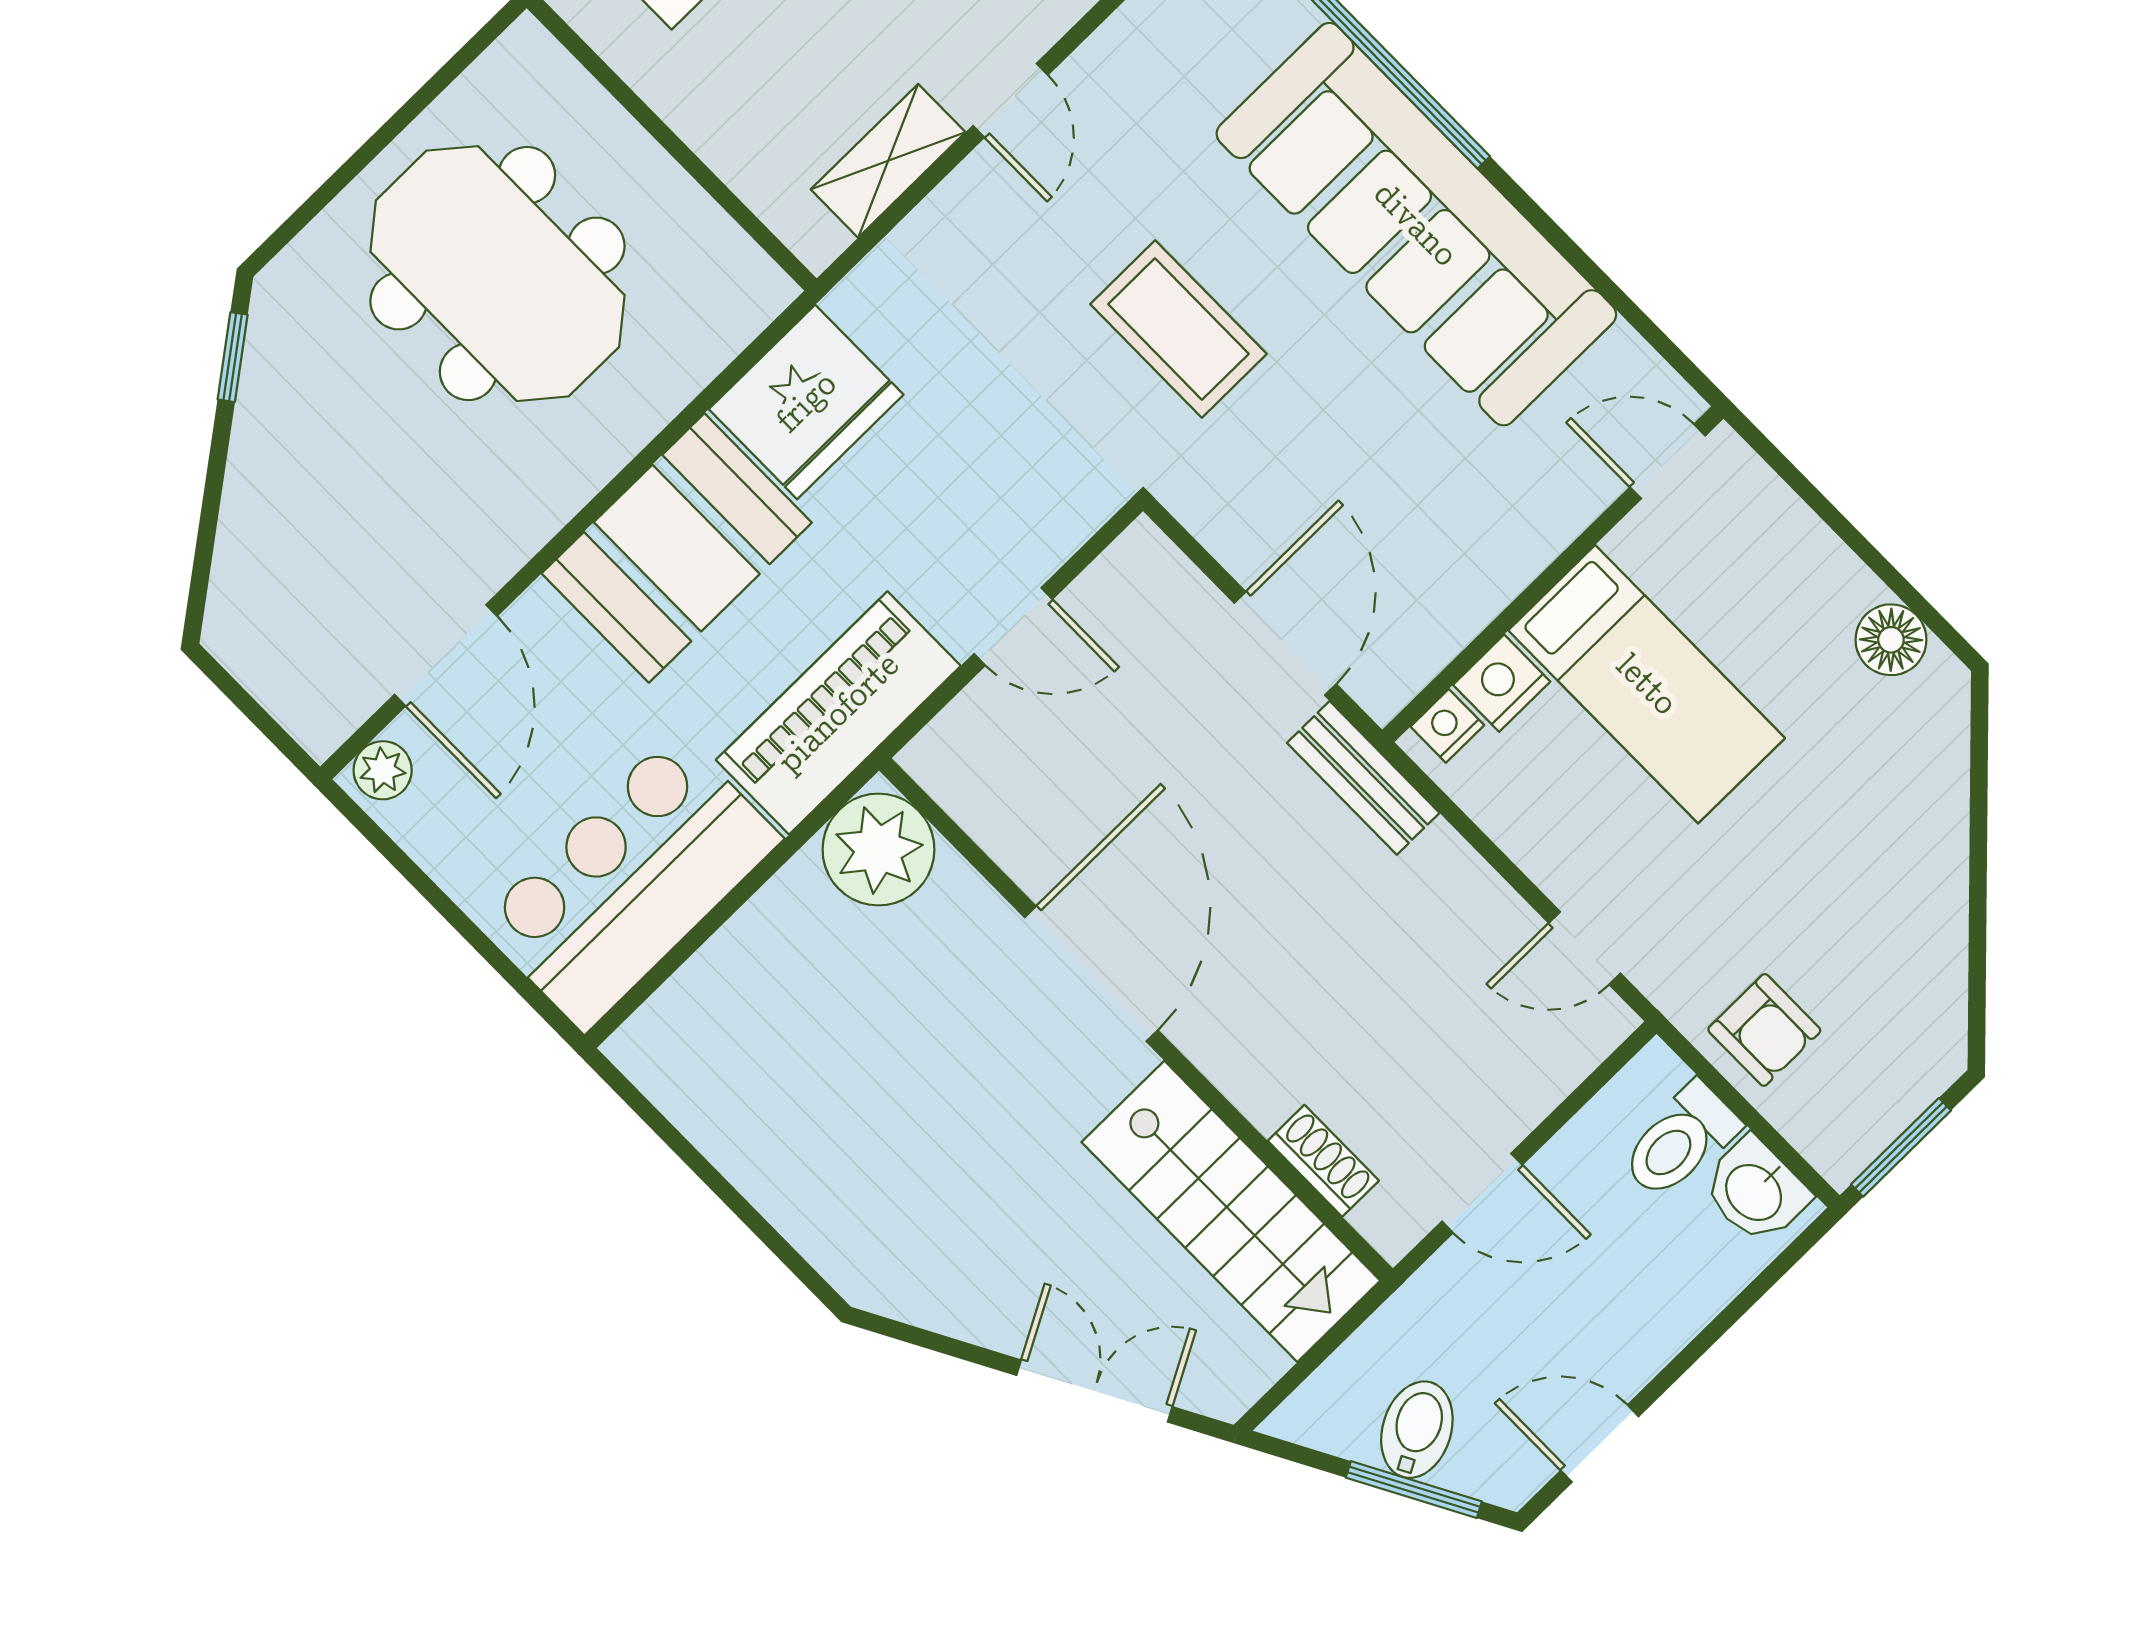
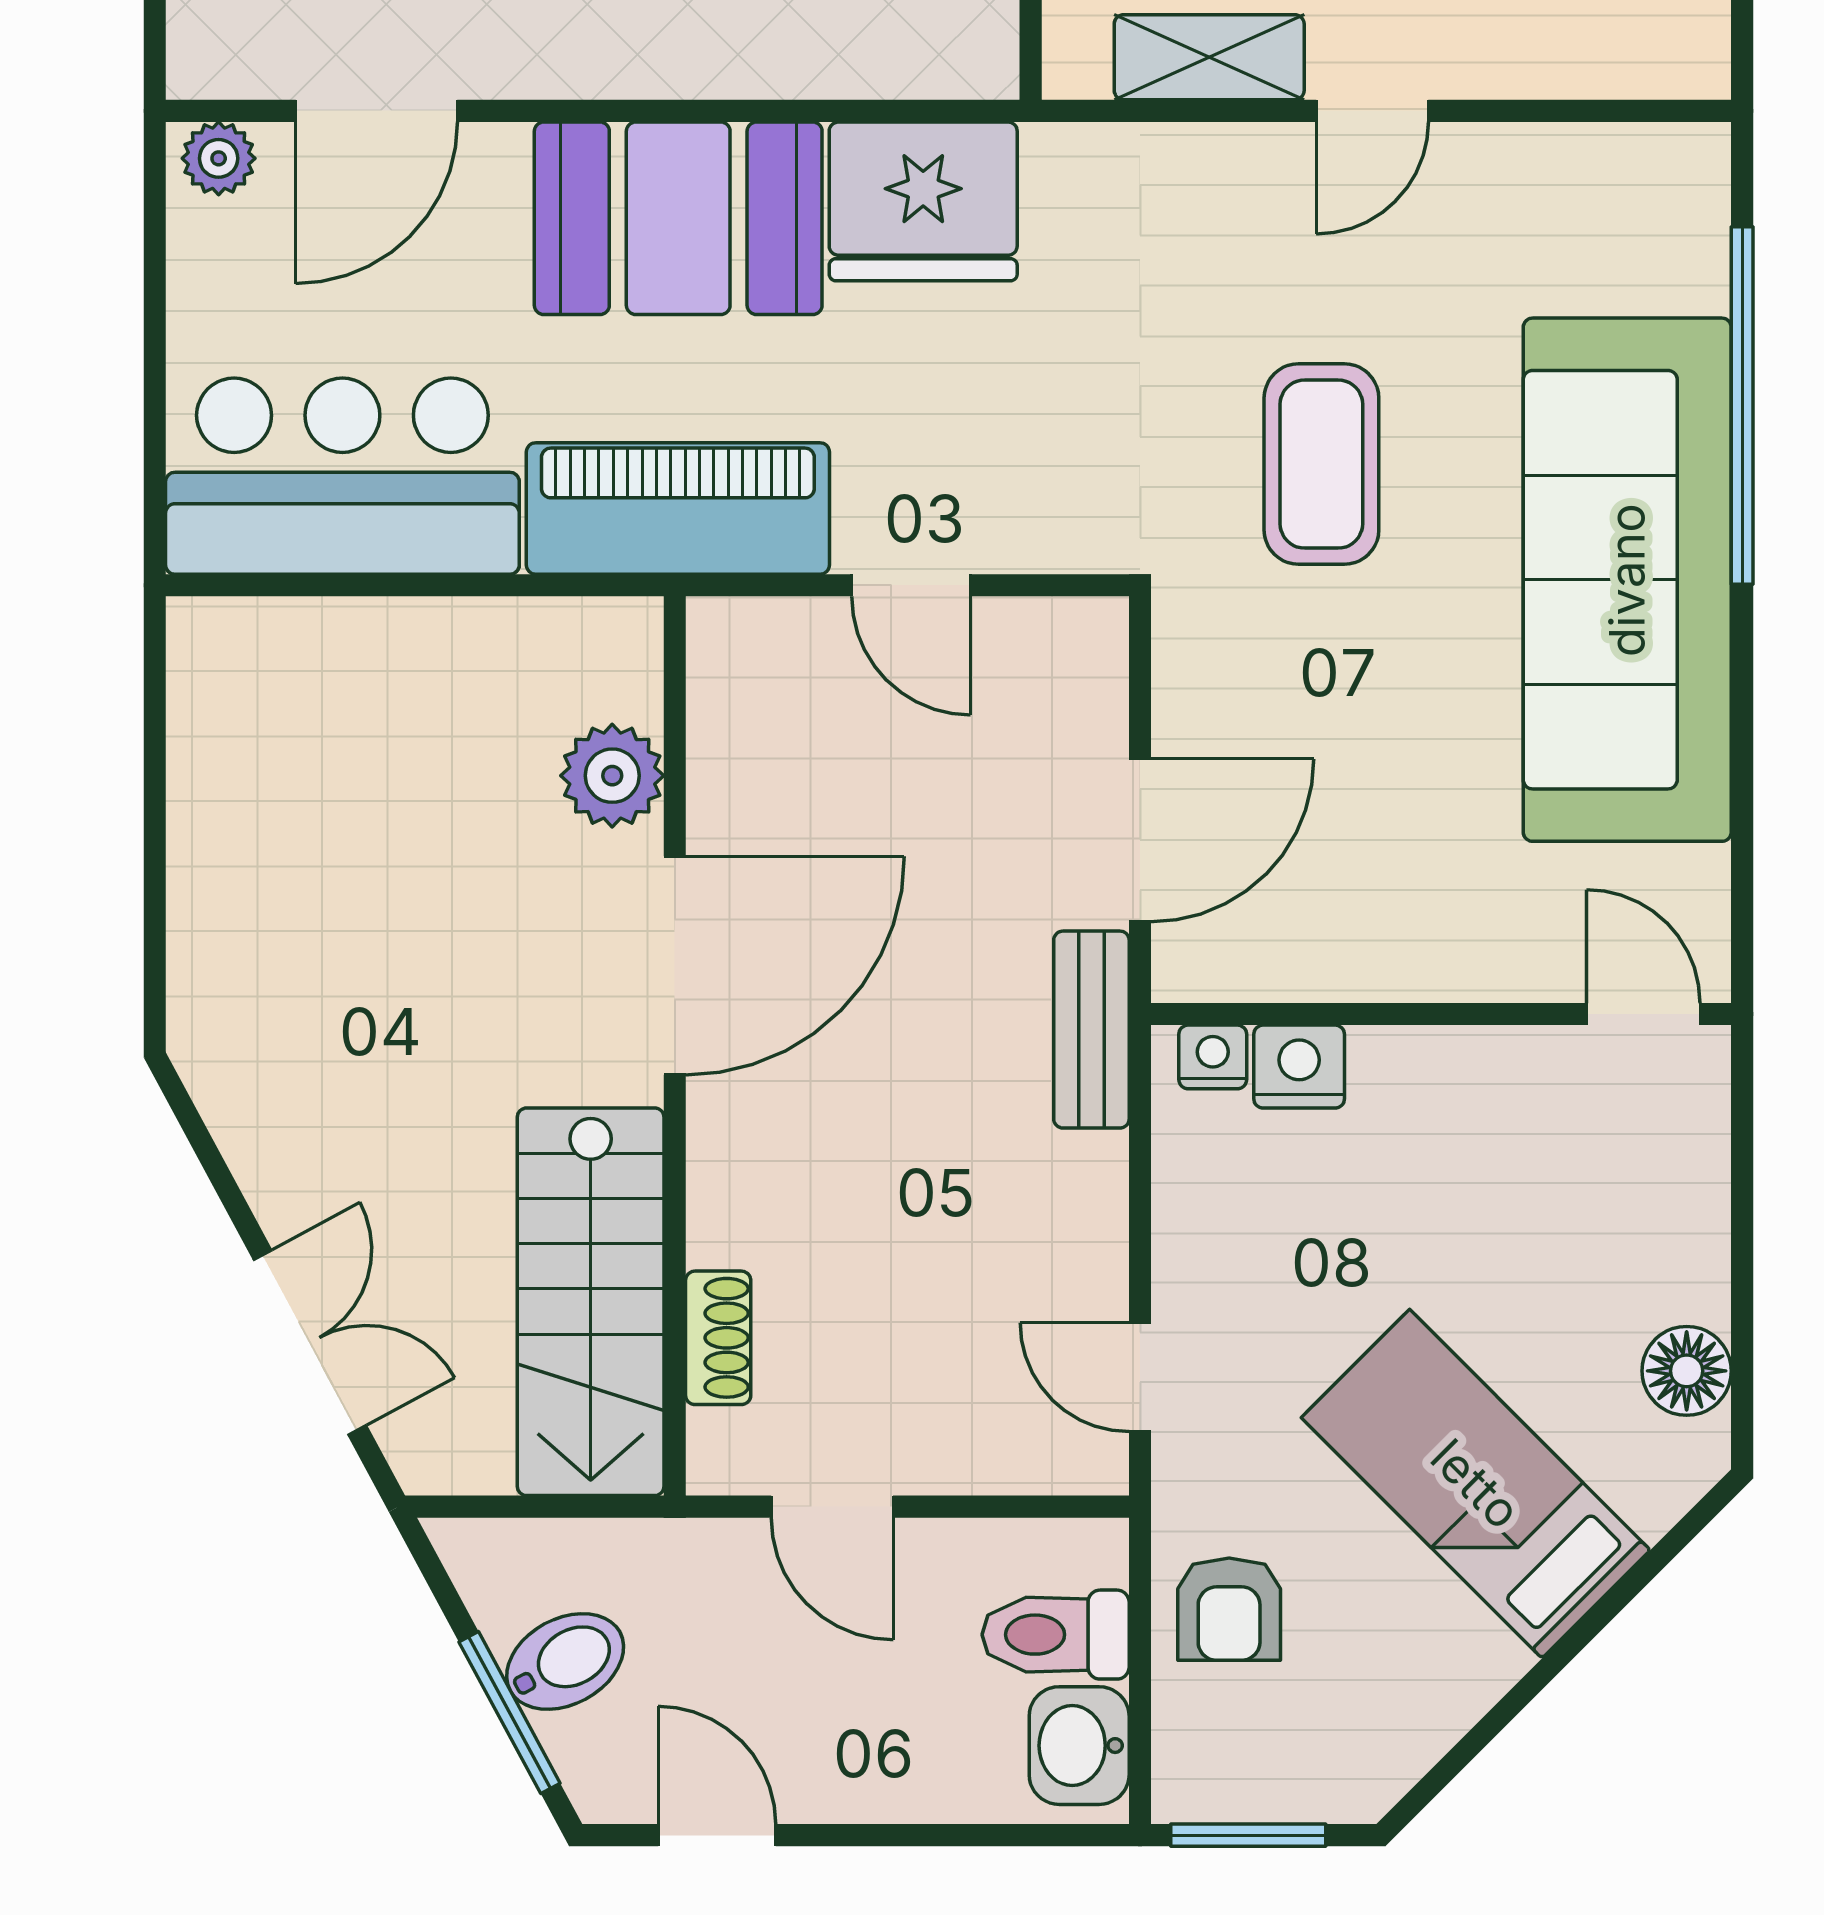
bed: (1647, 684) -> (1476, 1484), moved, turned 135
plant: (878, 850) -> (612, 776), moved, width x0.73, depth x0.73

